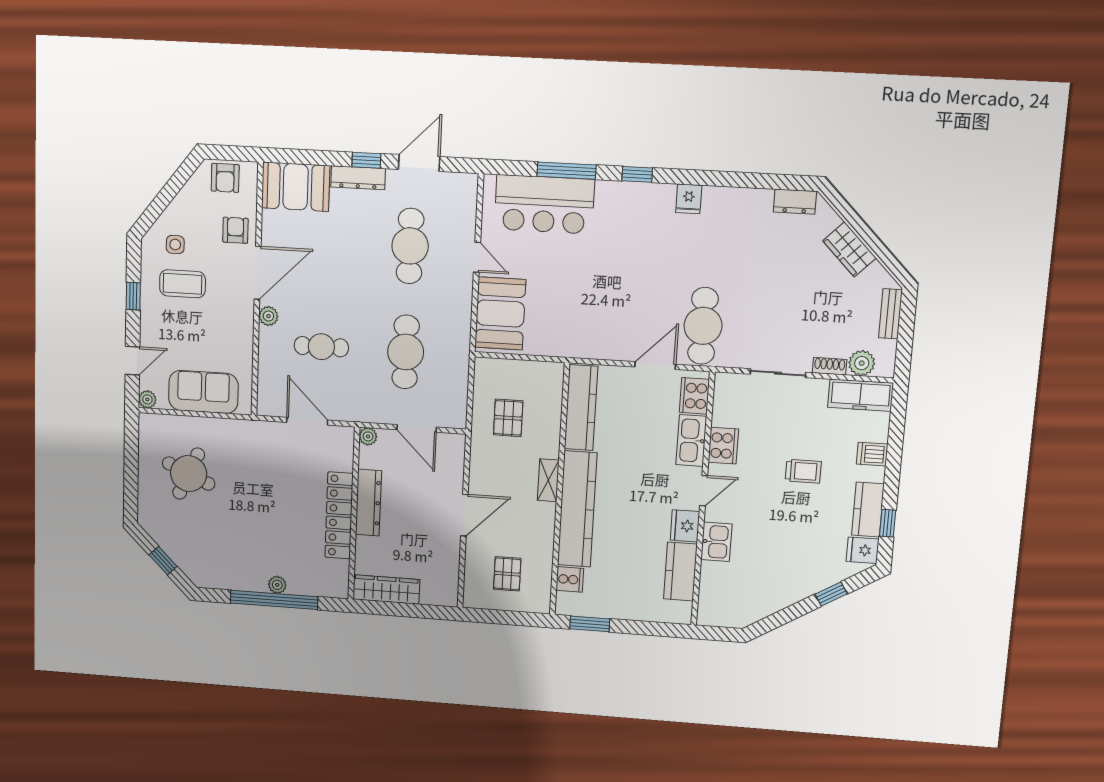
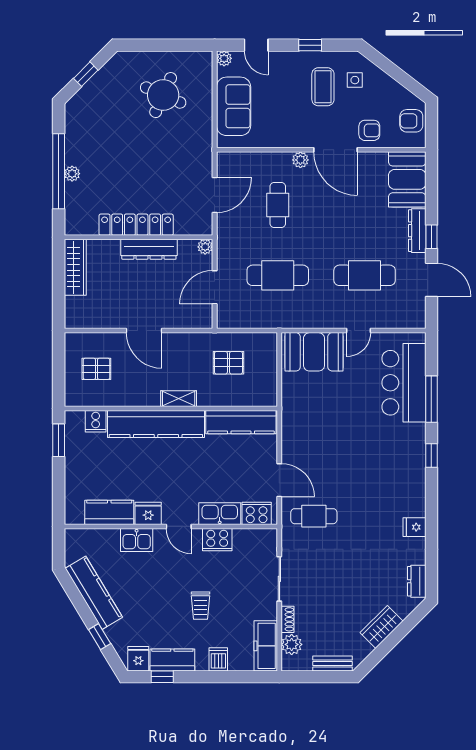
fridge: (689, 199) -> (414, 527), moved
cafe table: (703, 326) -> (314, 516), width x0.73, depth x0.74
kitchen counter: (777, 597) -> (94, 593), added

